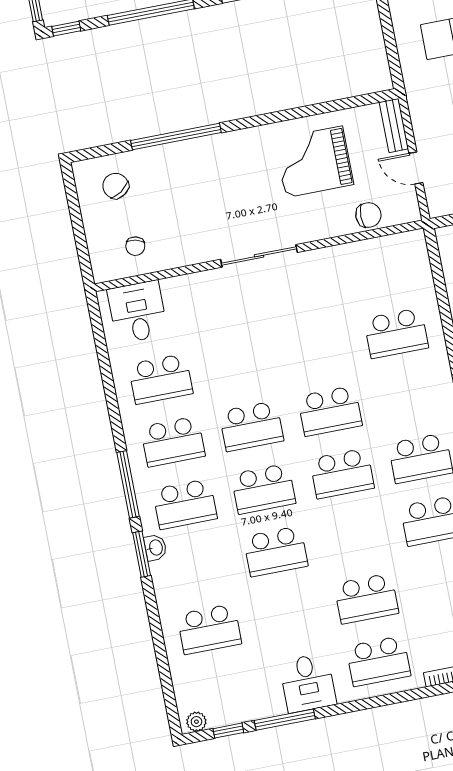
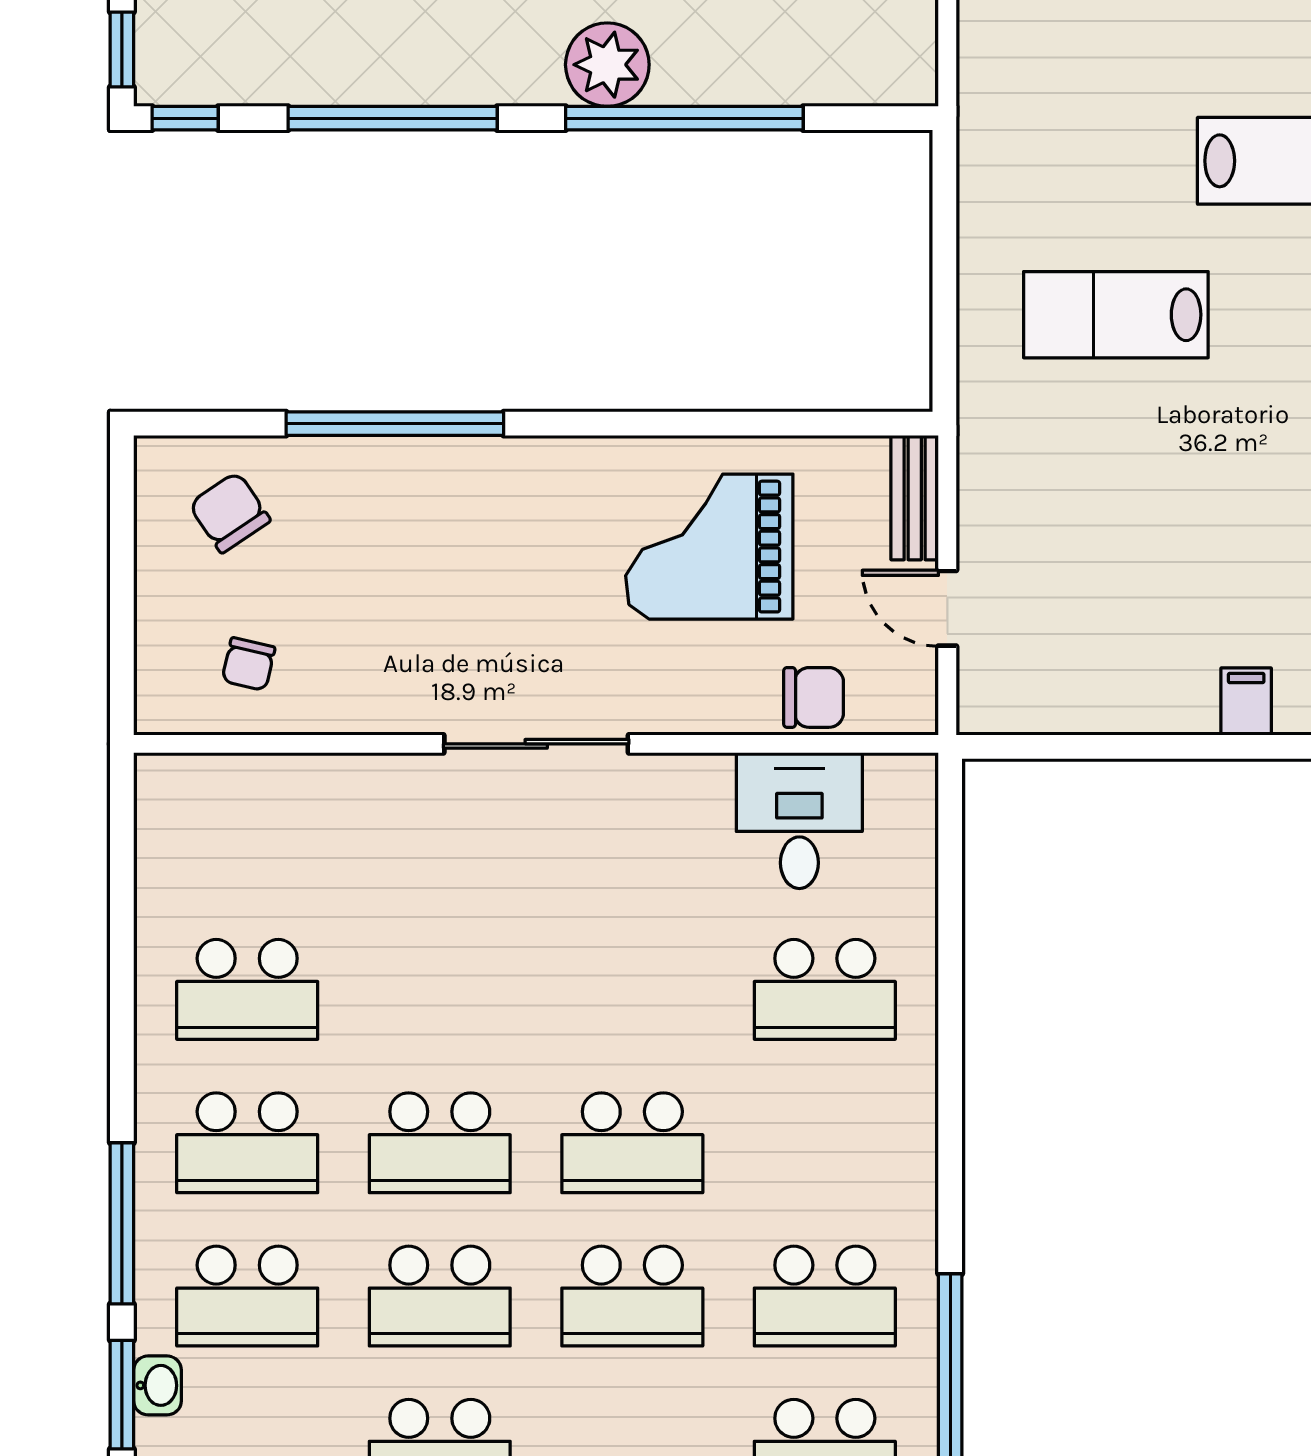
desk: (138, 312) -> (799, 821), moved

